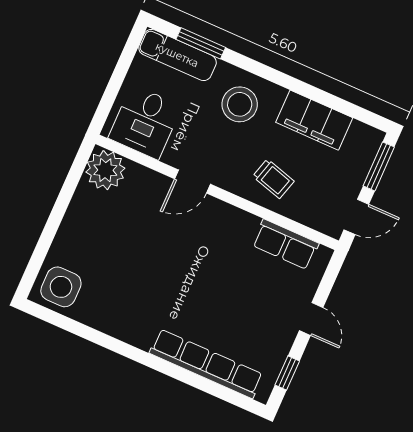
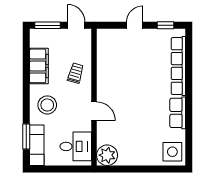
row of seats: (285, 244) -> (178, 113), moved, turned 180

